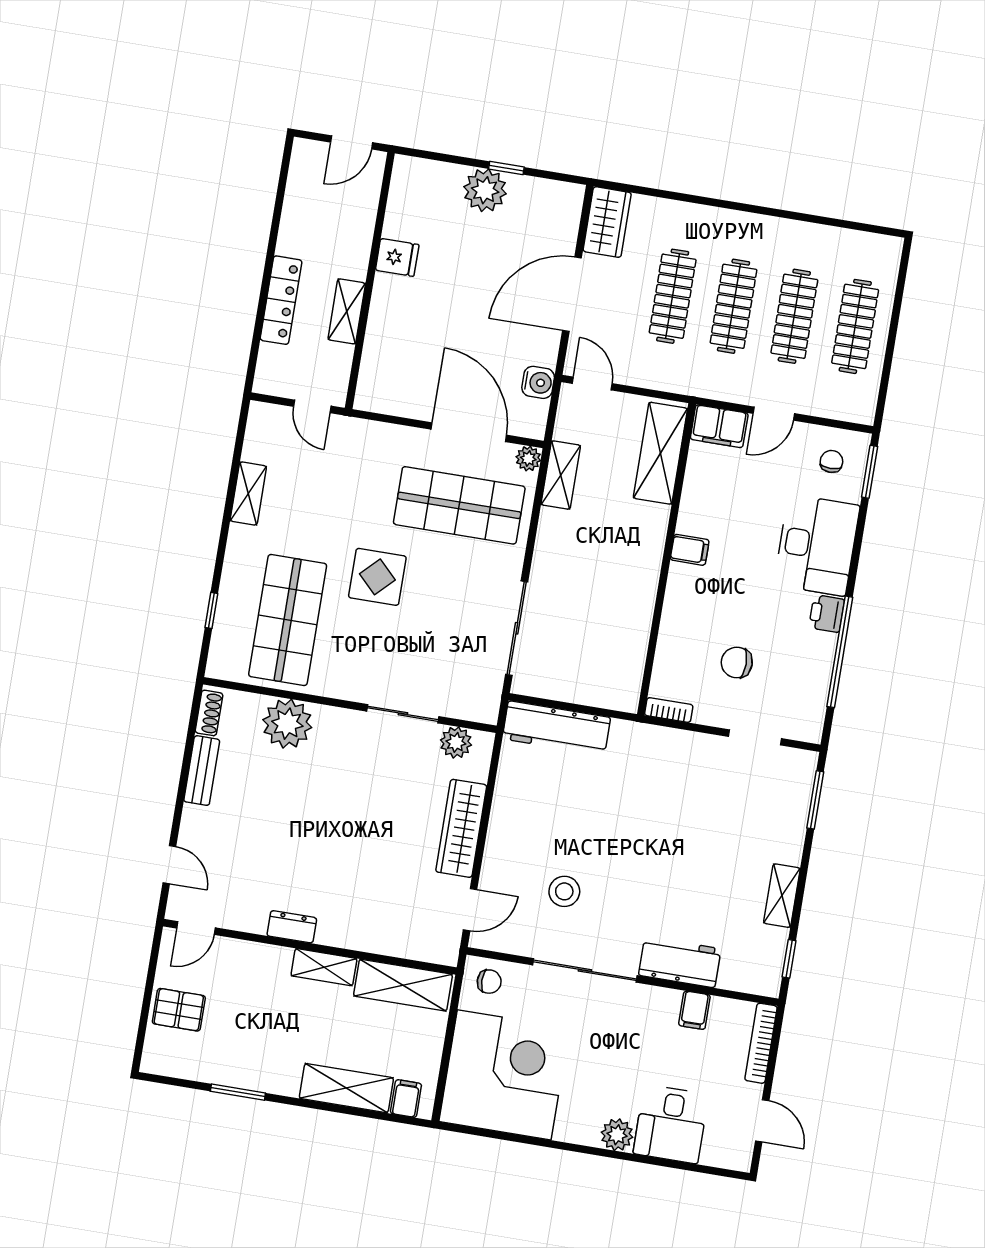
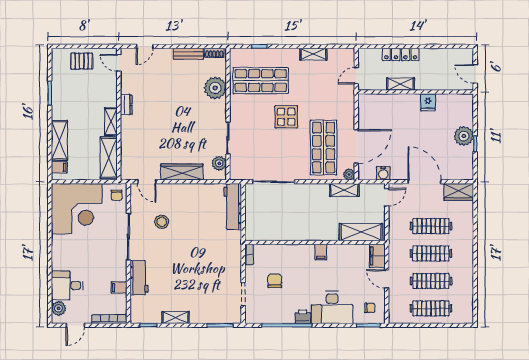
pallet: (179, 1010) -> (82, 61), turned 90
plant: (617, 1135) -> (59, 308), moved

